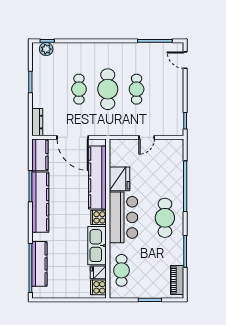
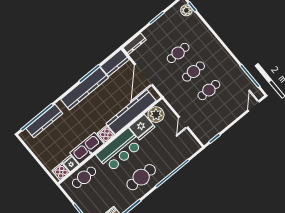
cafe table: (108, 89) -> (193, 72), width x0.73, depth x0.74
door: (147, 137) -> (183, 122), hinge flipped
plant: (119, 157) -> (156, 115), added

